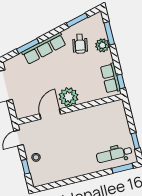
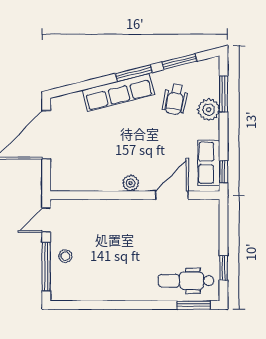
window: (28, 46) -> (134, 73), moved
plant: (69, 97) -> (131, 183), width x0.53, depth x0.53
door: (50, 114) -> (172, 195), moved
window: (26, 167) -> (46, 267), width x2.17

